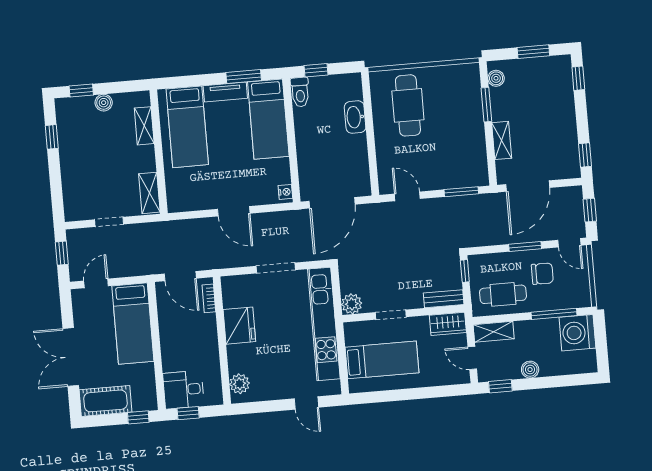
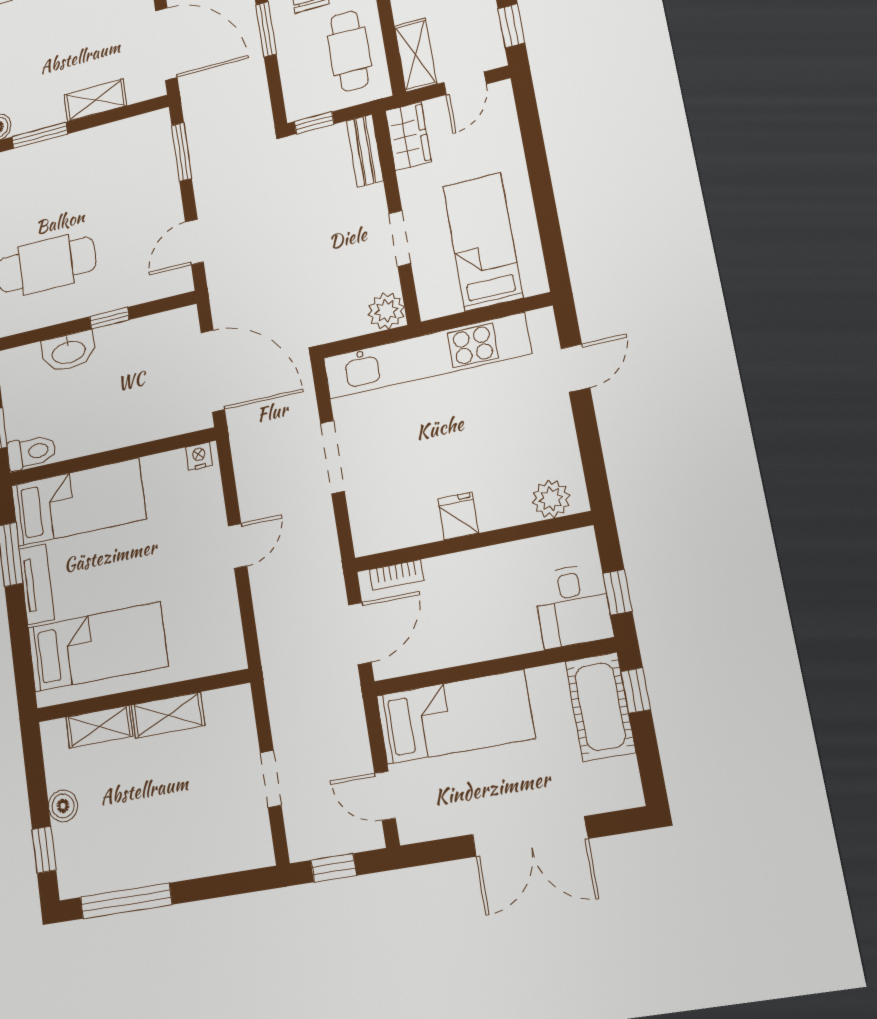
window: (52, 137) -> (126, 901), width x2.17
window: (371, 143) -> (109, 318), added
shelving: (149, 193) -> (168, 715), moved
door: (234, 211) -> (238, 546), width x0.73
fridge: (239, 326) -> (458, 516), width x0.53, depth x0.75
cot: (106, 401) -> (600, 707), moved

